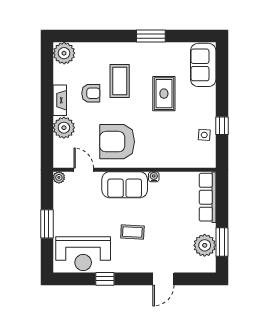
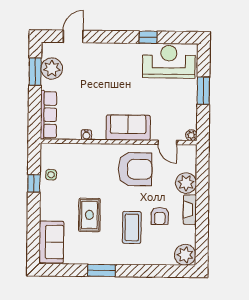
armchair: (91, 93) -> (160, 216), turned -90
water cooler: (154, 177) -> (86, 135), moved
coffee table: (132, 232) -> (121, 82), removed
door: (163, 279) -> (73, 36), moved

